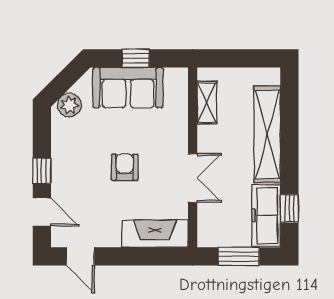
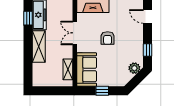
sofa: (128, 88) -> (87, 69), moved, turned 90
shelving: (267, 134) -> (39, 47), width x0.68
window: (42, 171) -> (148, 50), moved

